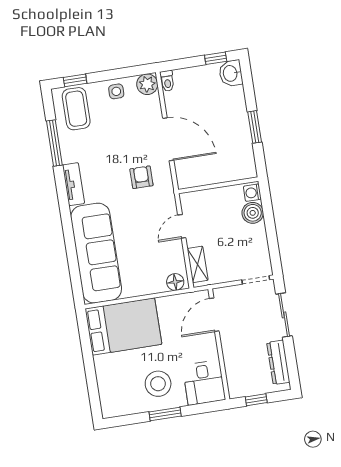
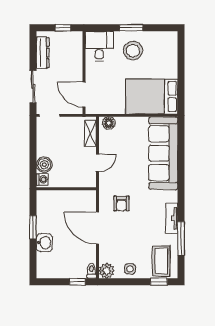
window: (216, 58) -> (77, 282), moved
washbasin: (231, 73) -> (44, 243), moved
tv unit: (74, 184) -> (172, 218), moved
door: (214, 315) -> (84, 95), swing flipped

